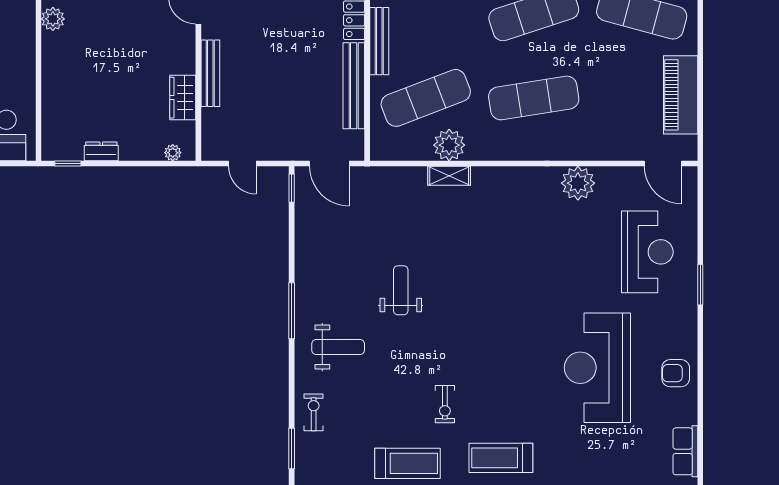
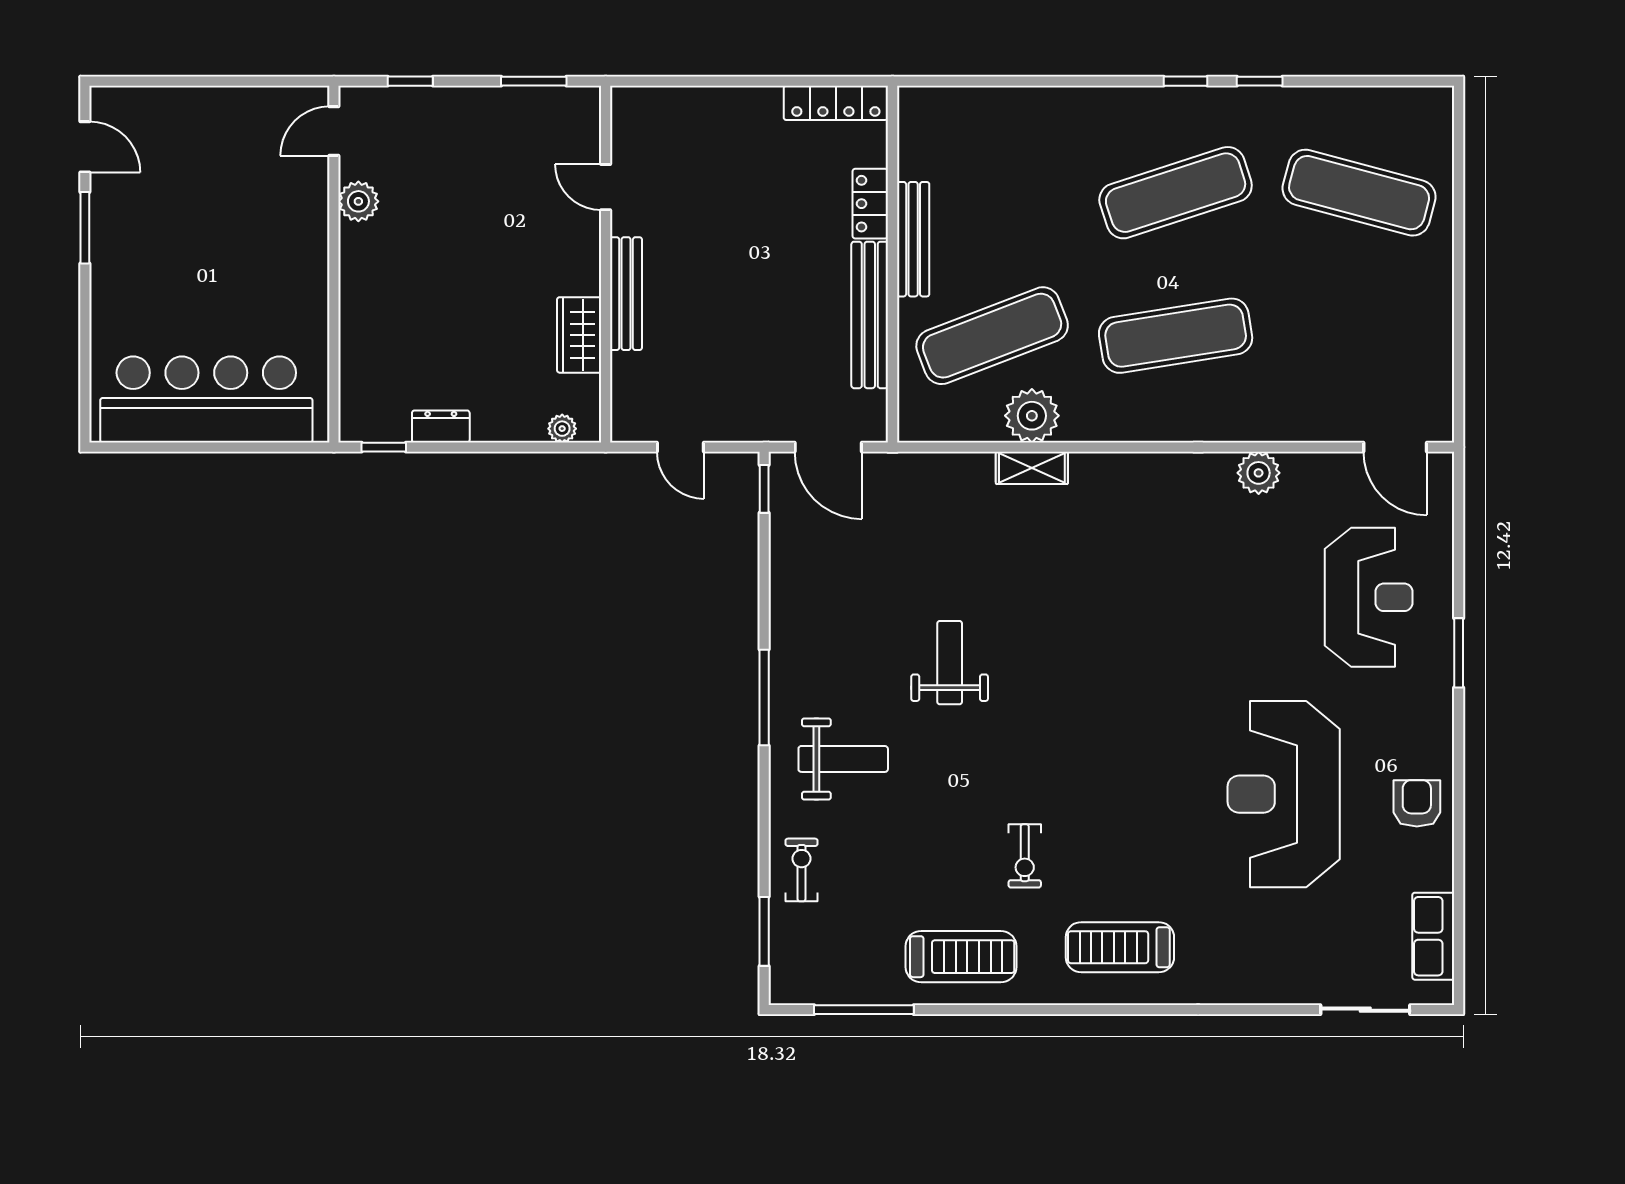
piano: (681, 95) -> (1425, 330), removed
plant: (578, 183) -> (1259, 473), width x0.73, depth x0.73
armchair: (676, 373) -> (1417, 803), turned 90

